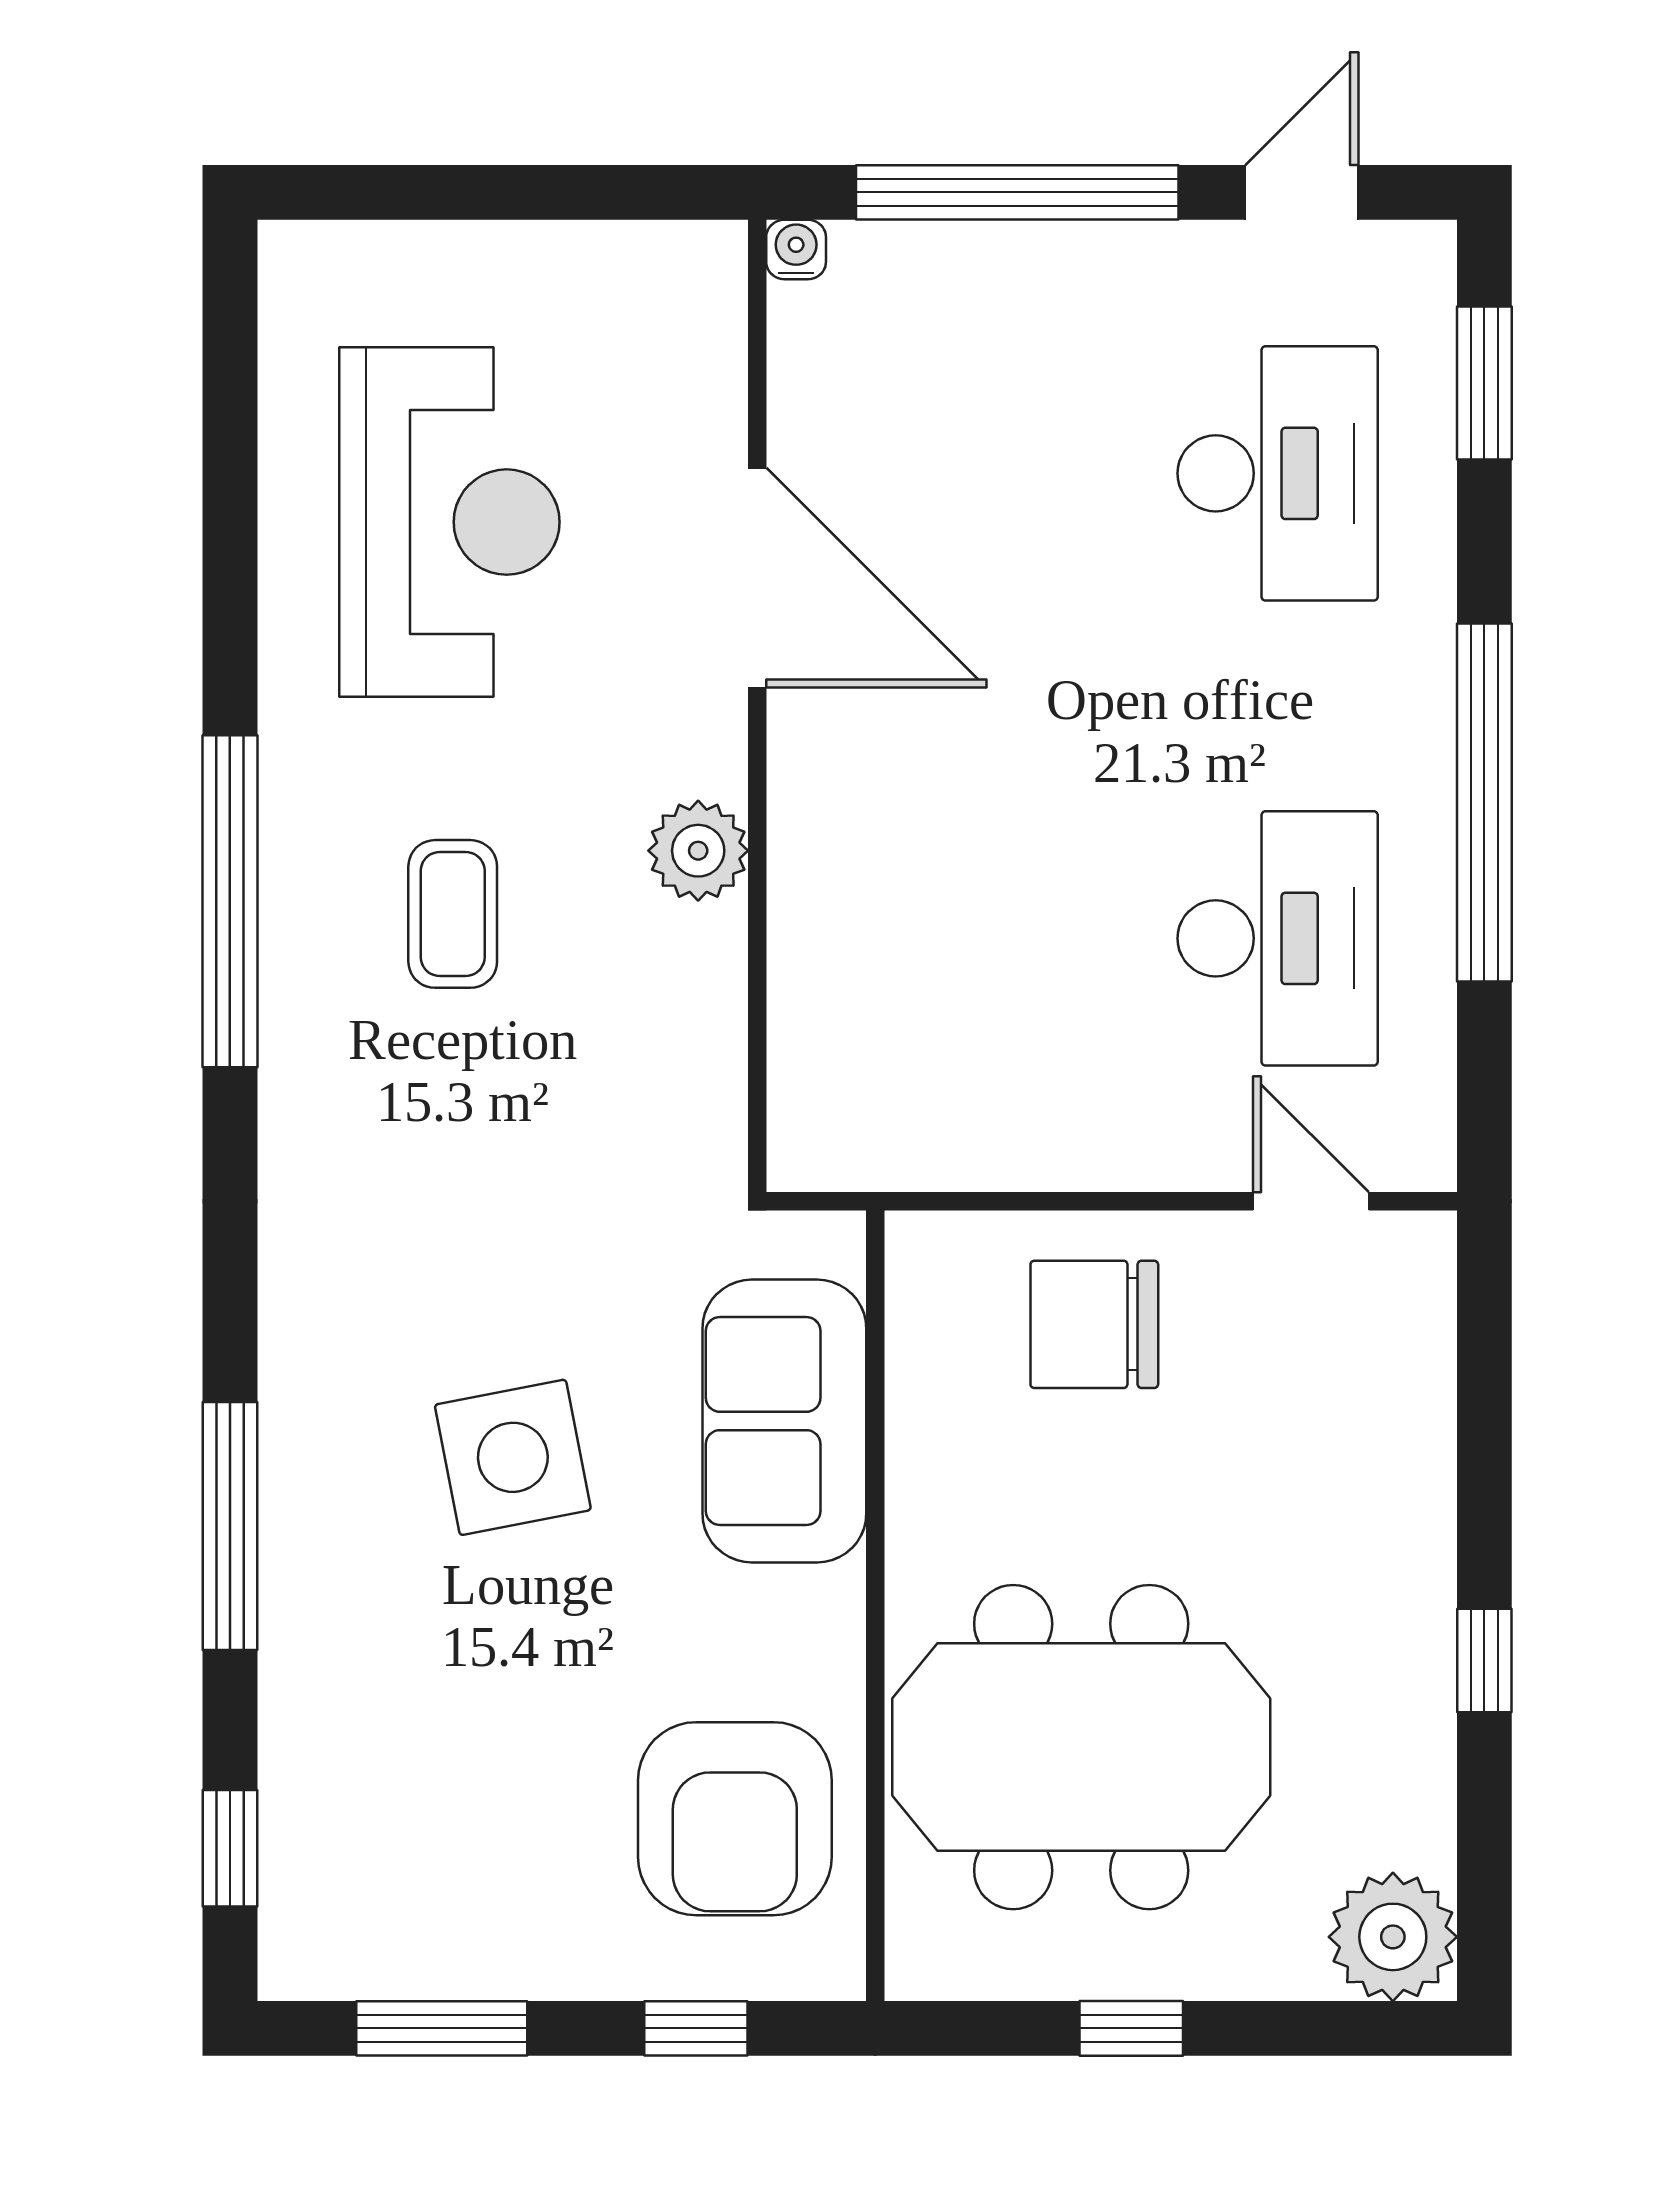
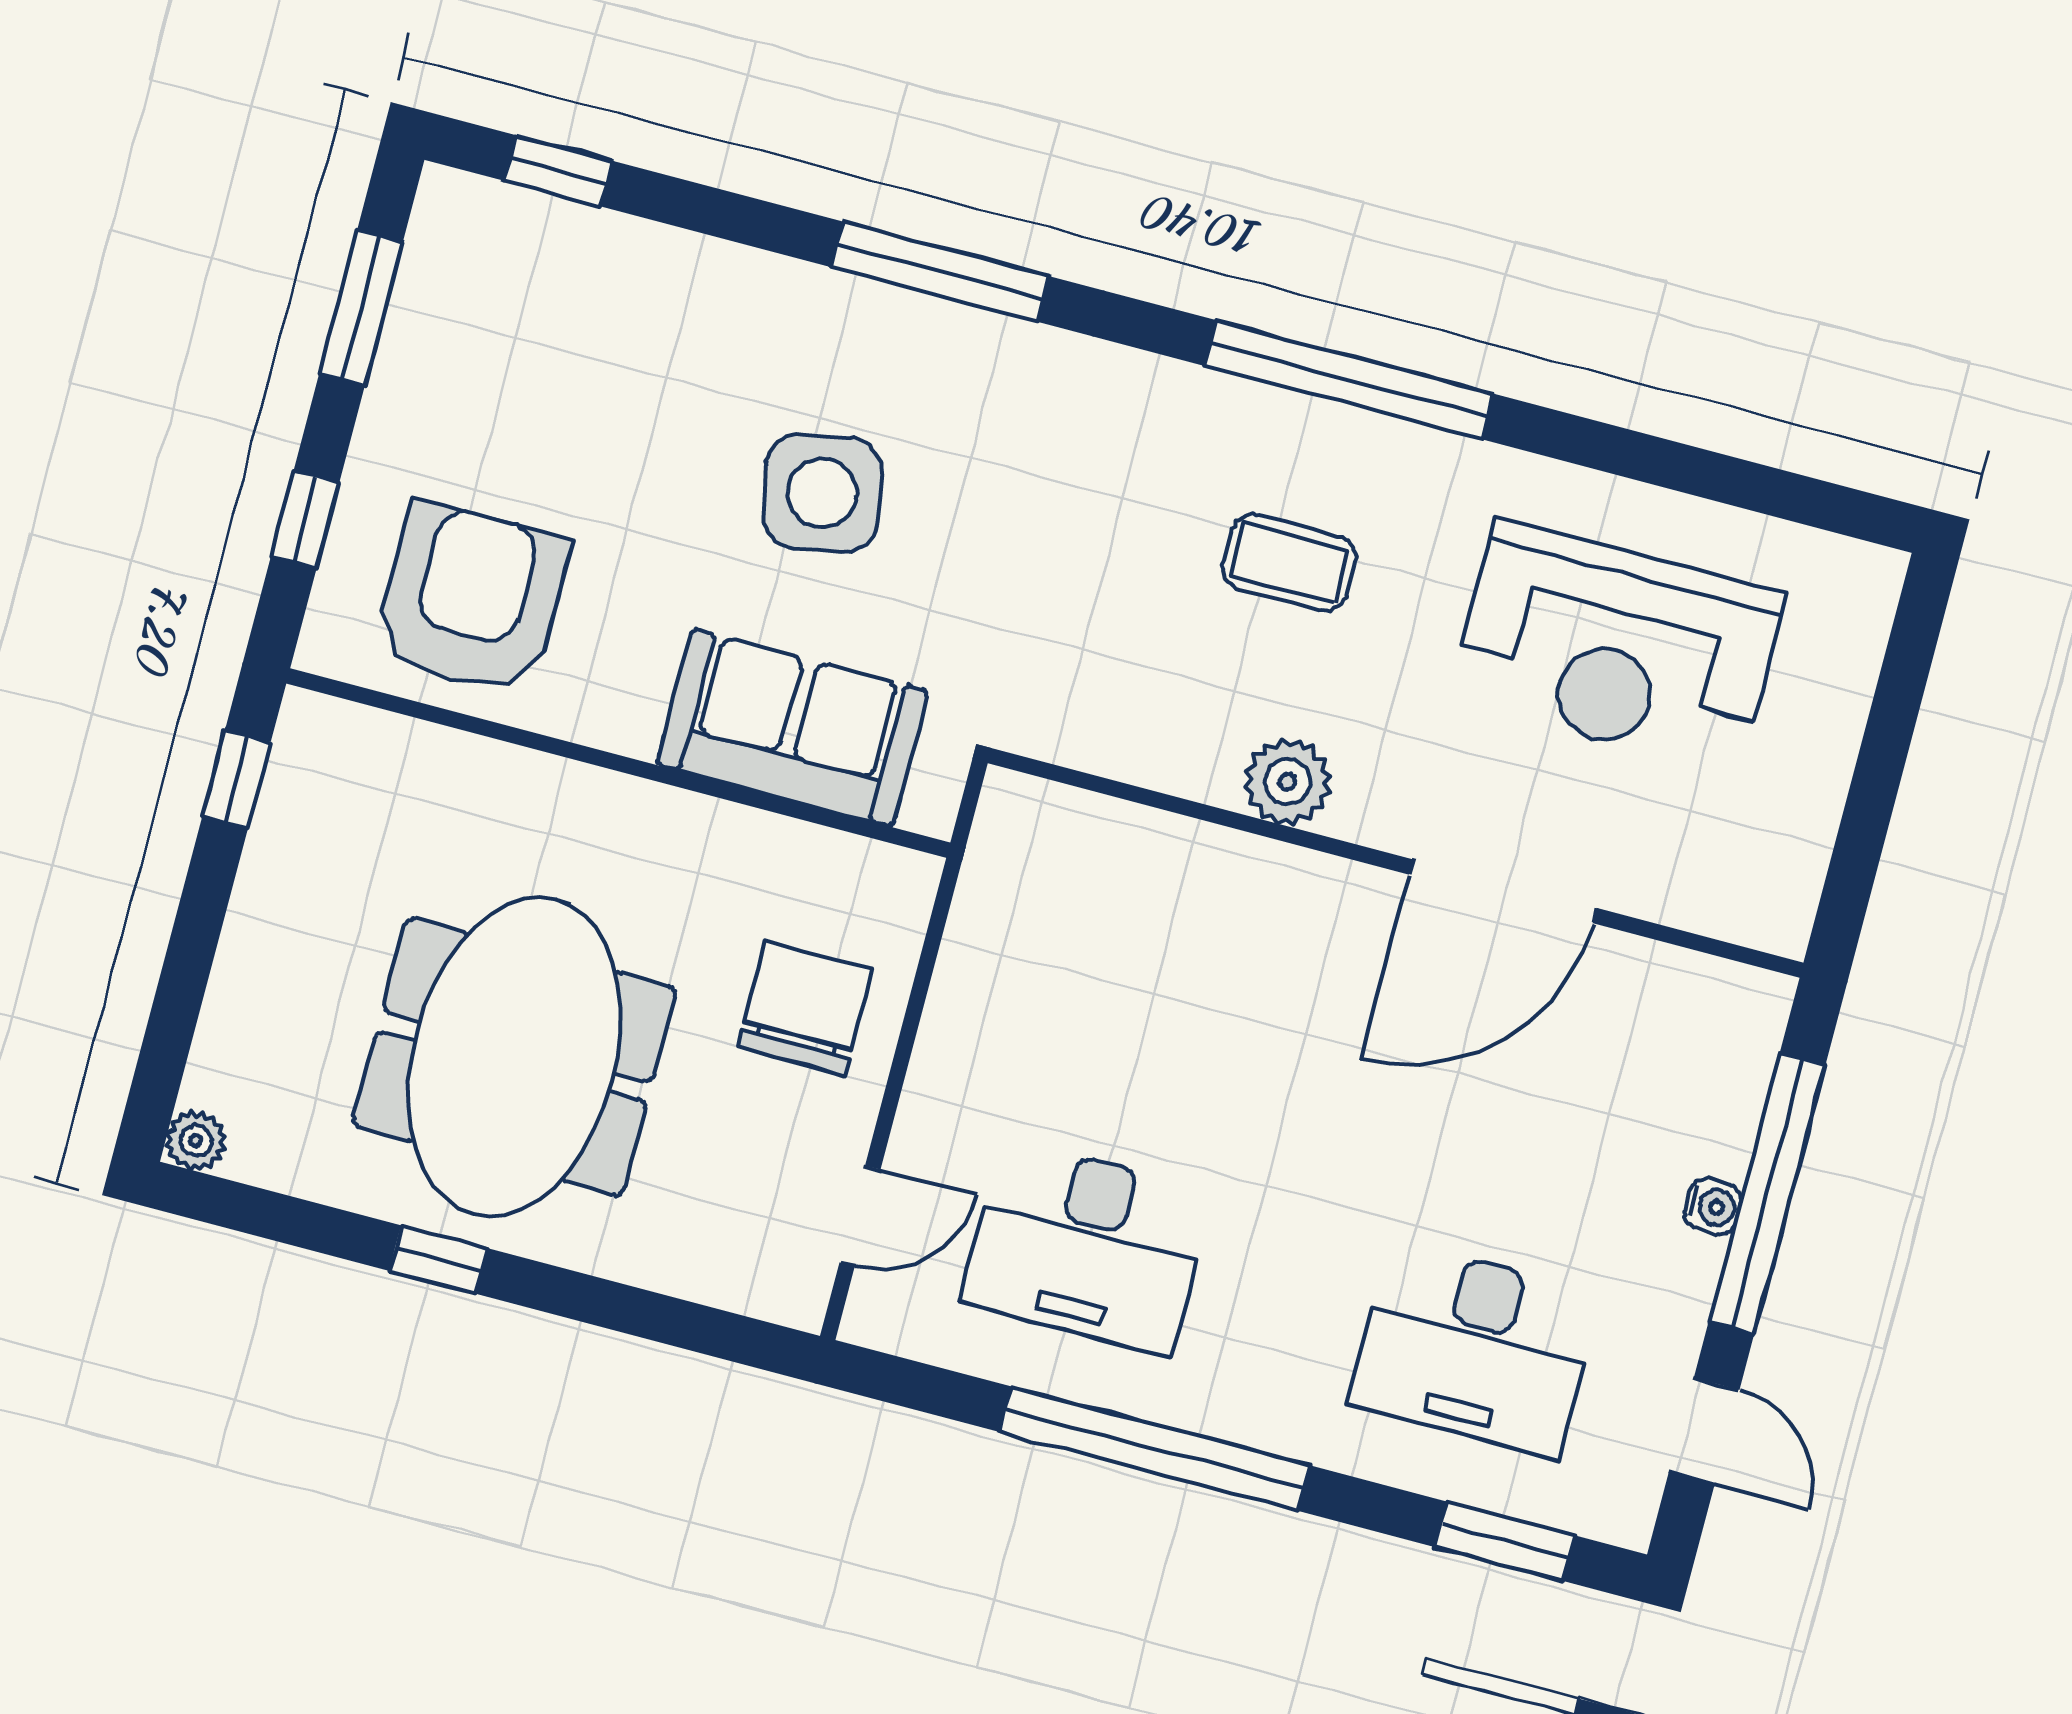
water cooler: (796, 249) -> (1713, 1206), moved
window: (230, 1526) -> (940, 272), moved
meeting table: (1081, 1747) -> (515, 1057), moved
armchair: (735, 1819) -> (471, 599), turned 90
plant: (1393, 1937) -> (196, 1141), width x0.53, depth x0.53
window: (1131, 2028) -> (236, 779), moved

